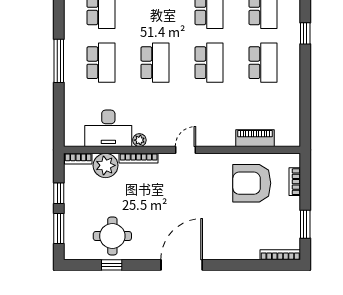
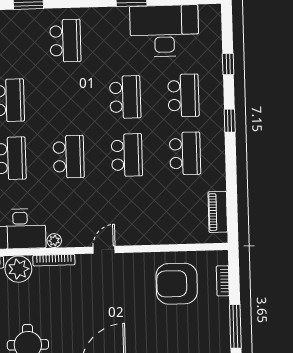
piano: (255, 138) -> (218, 212), moved, turned -90
window: (305, 224) -> (235, 326), width x1.44

